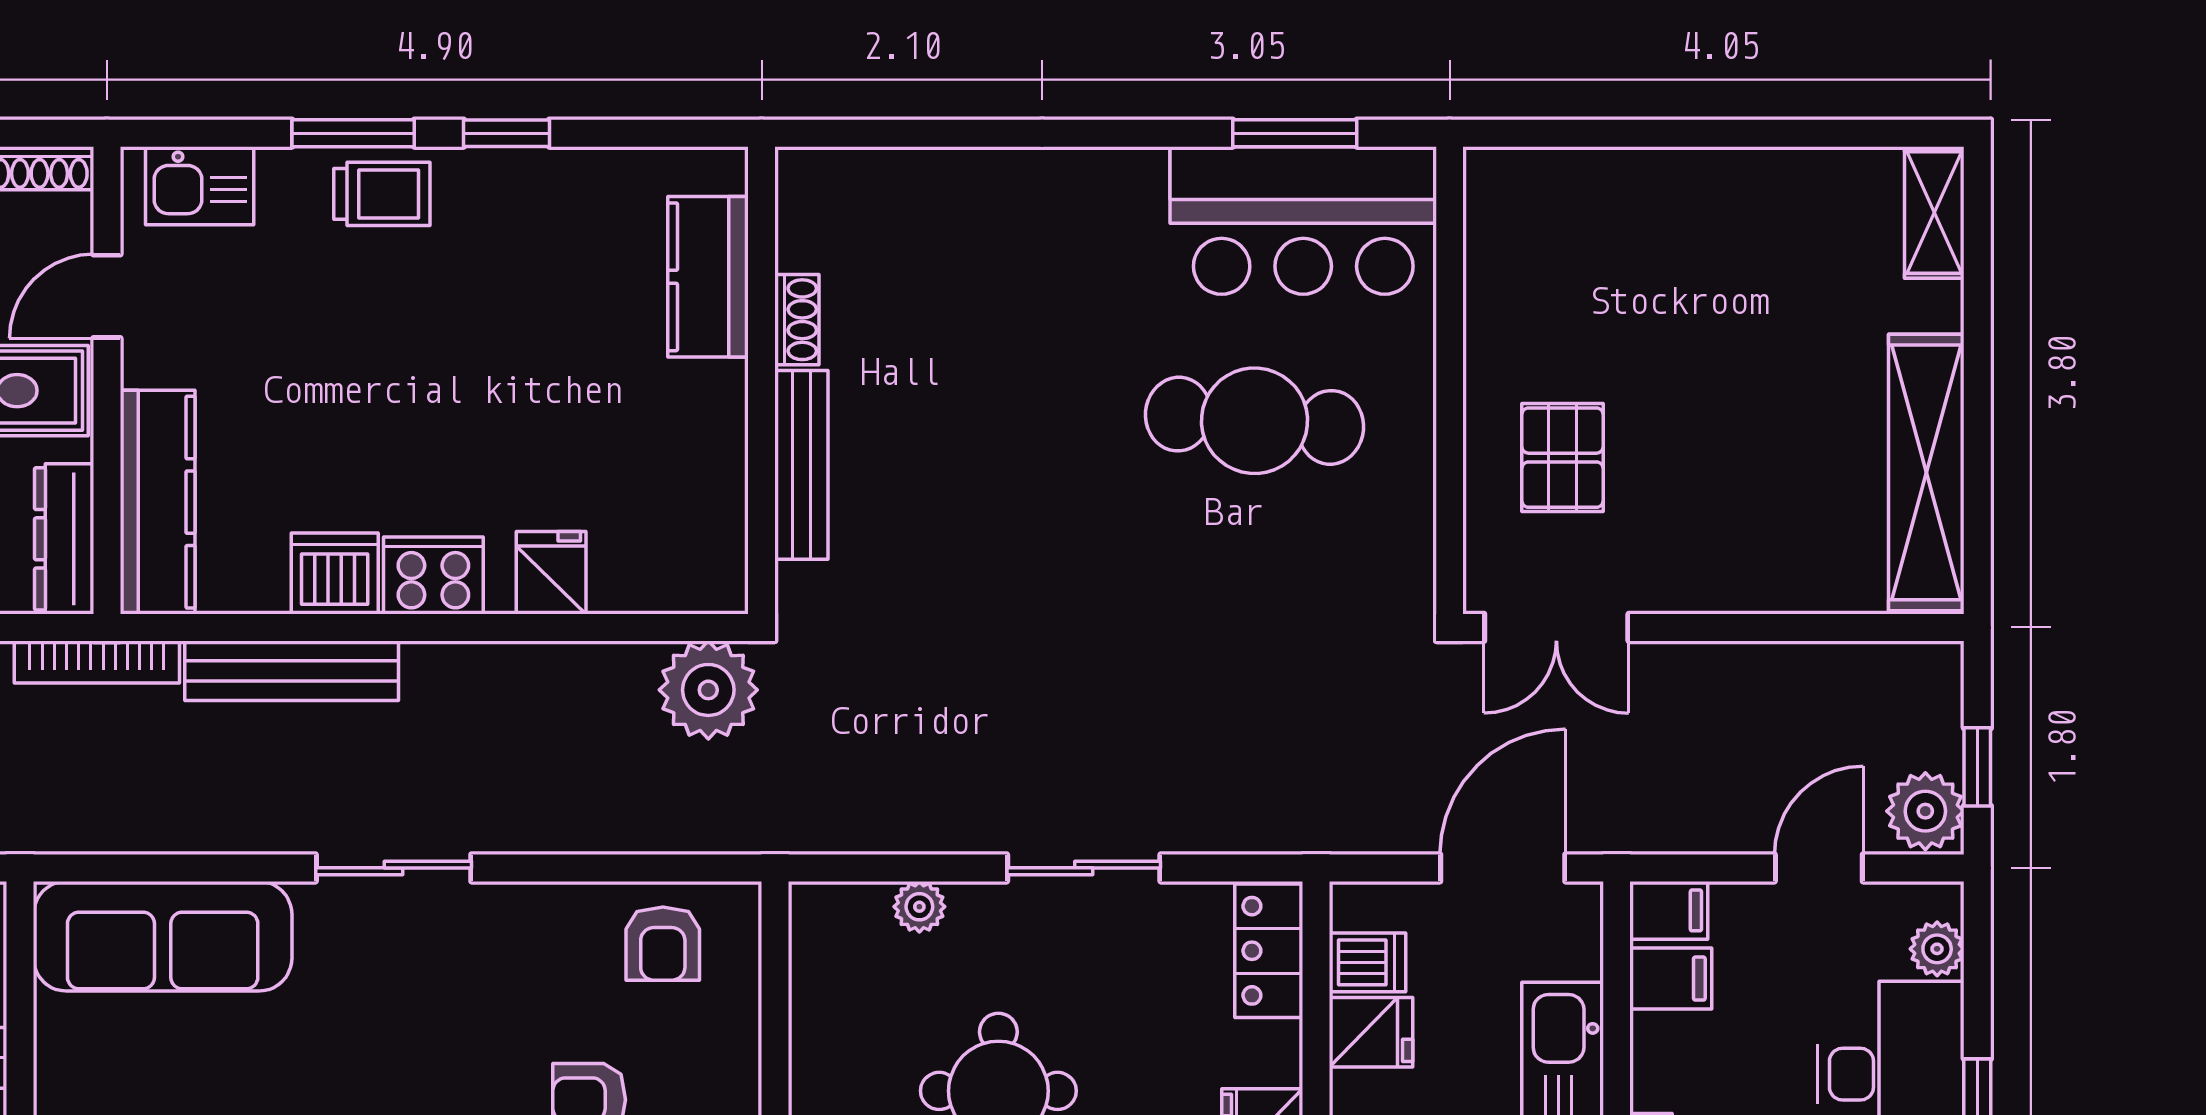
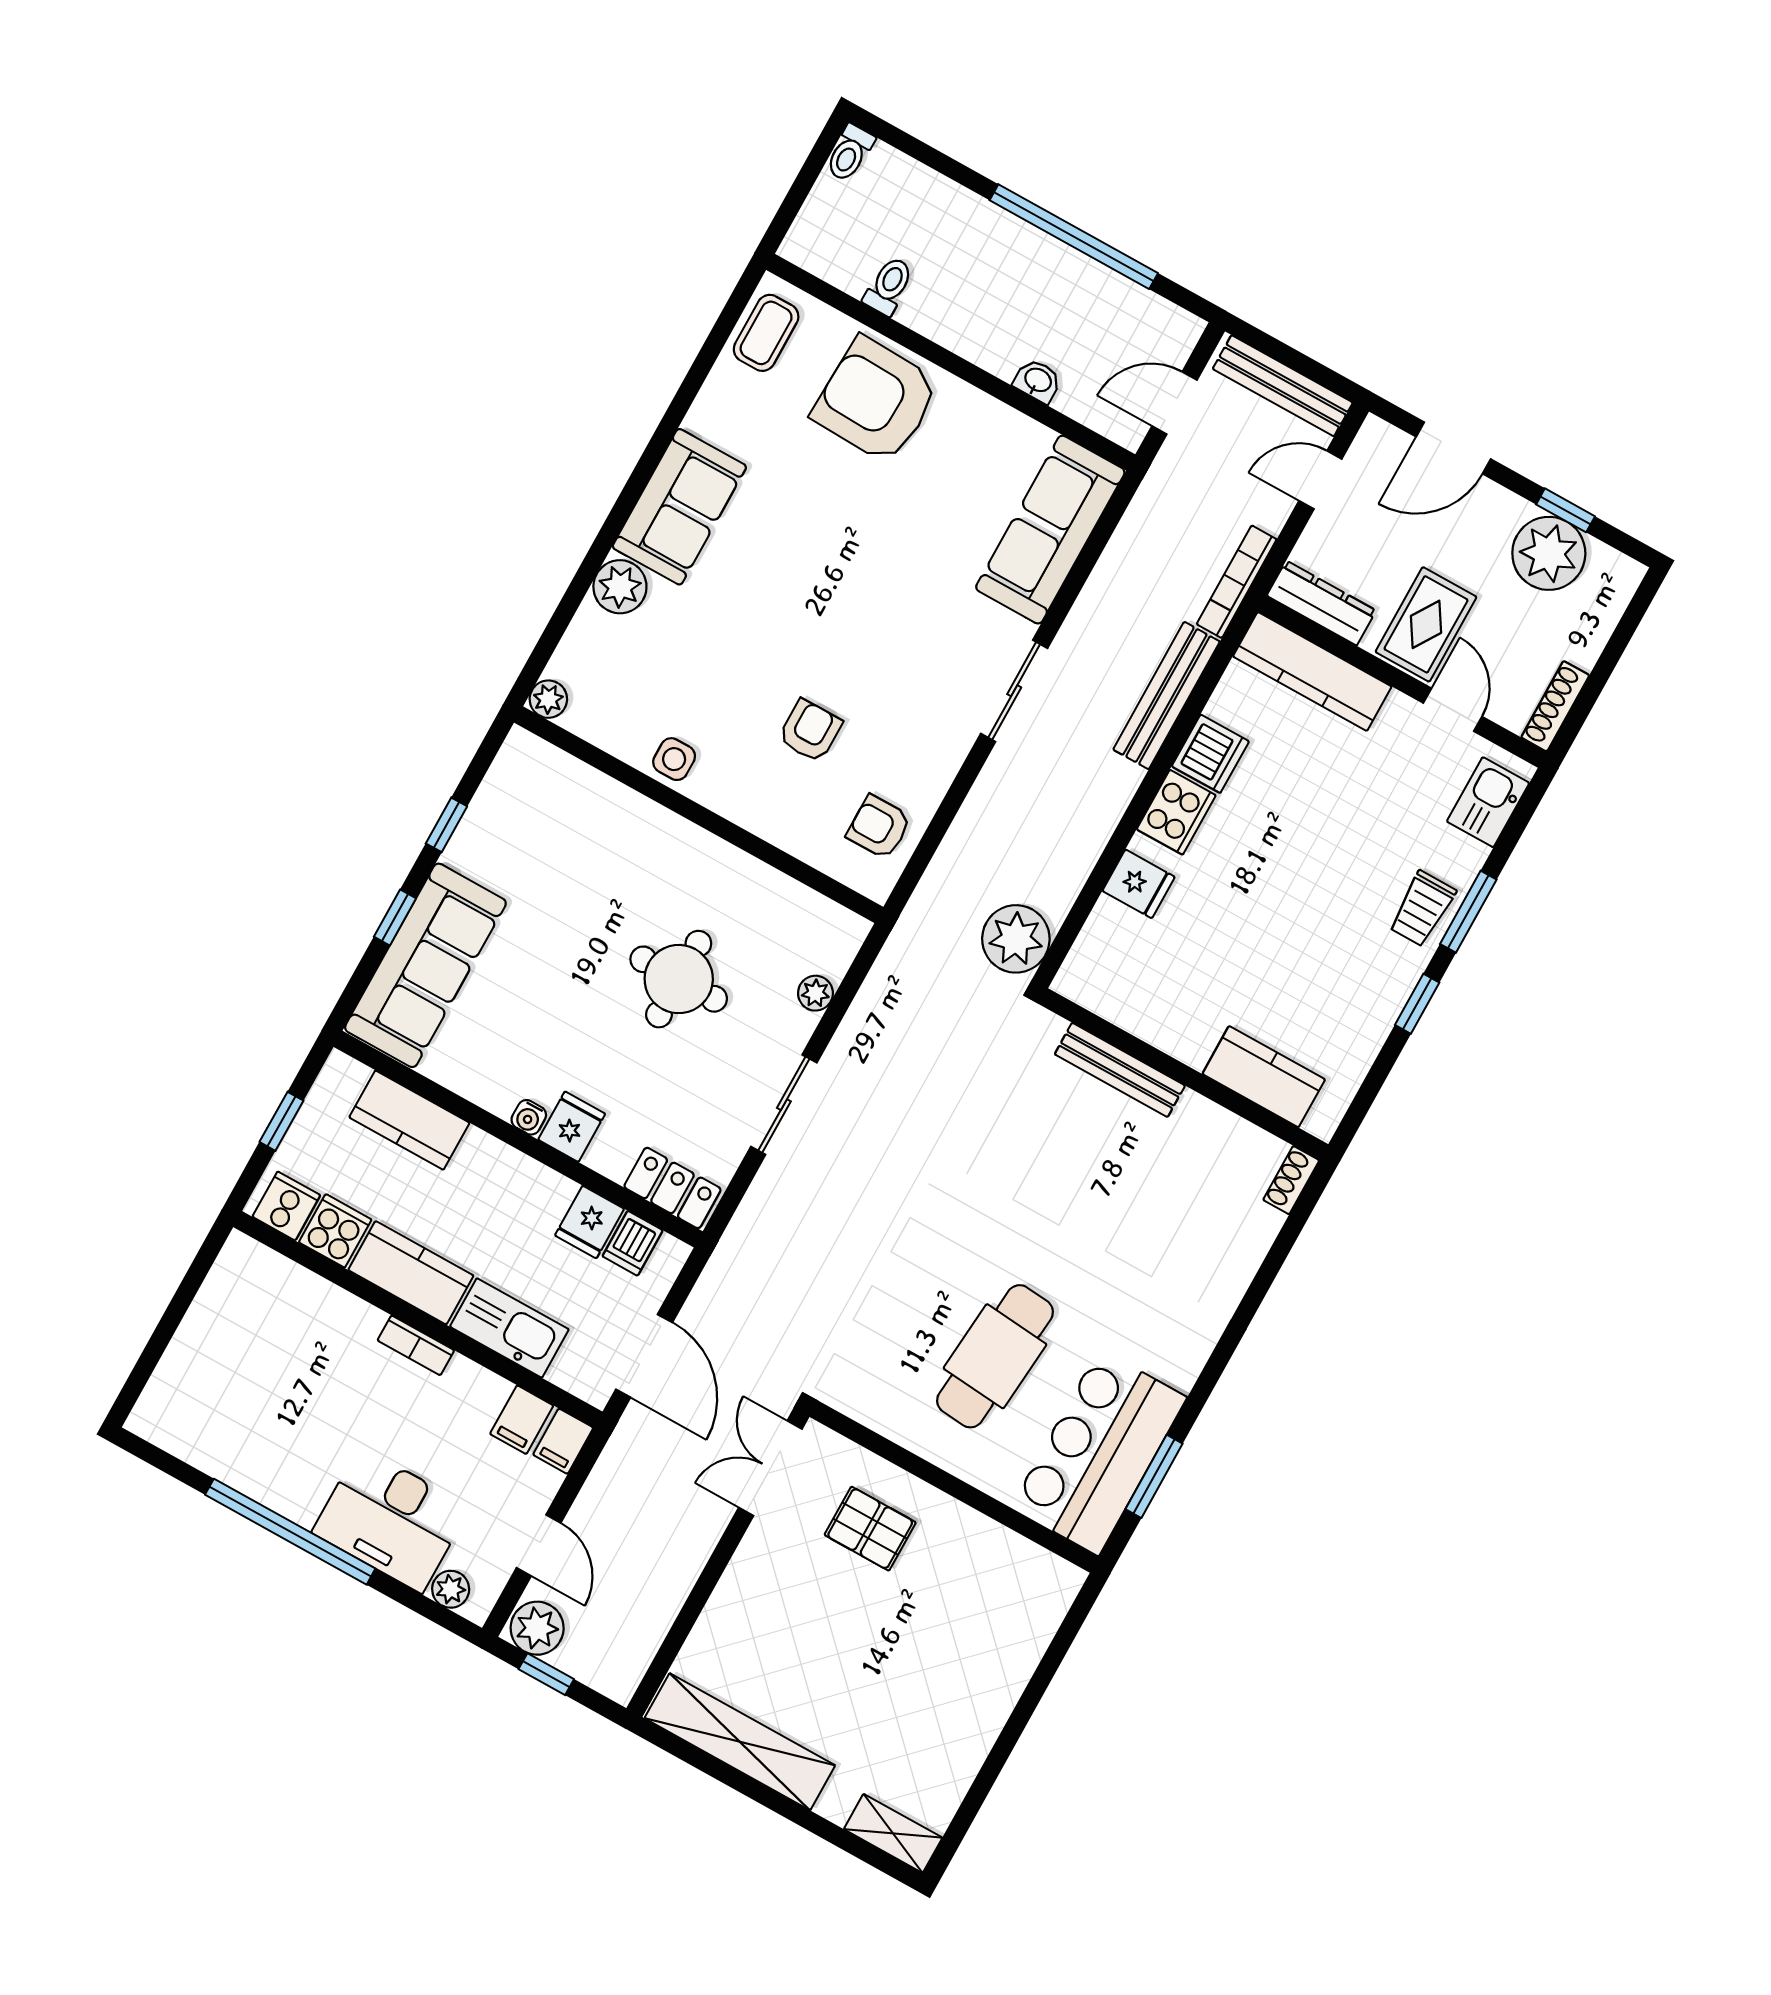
shoe rack: (797, 320) -> (1291, 1180), moved, turned 90

